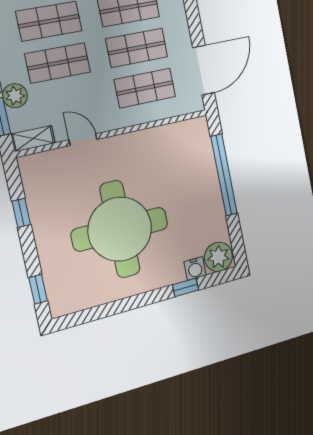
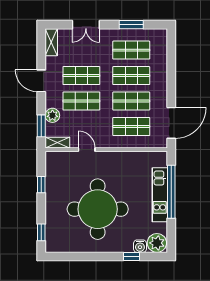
kitchen unit: (208, 184) -> (160, 195), added

